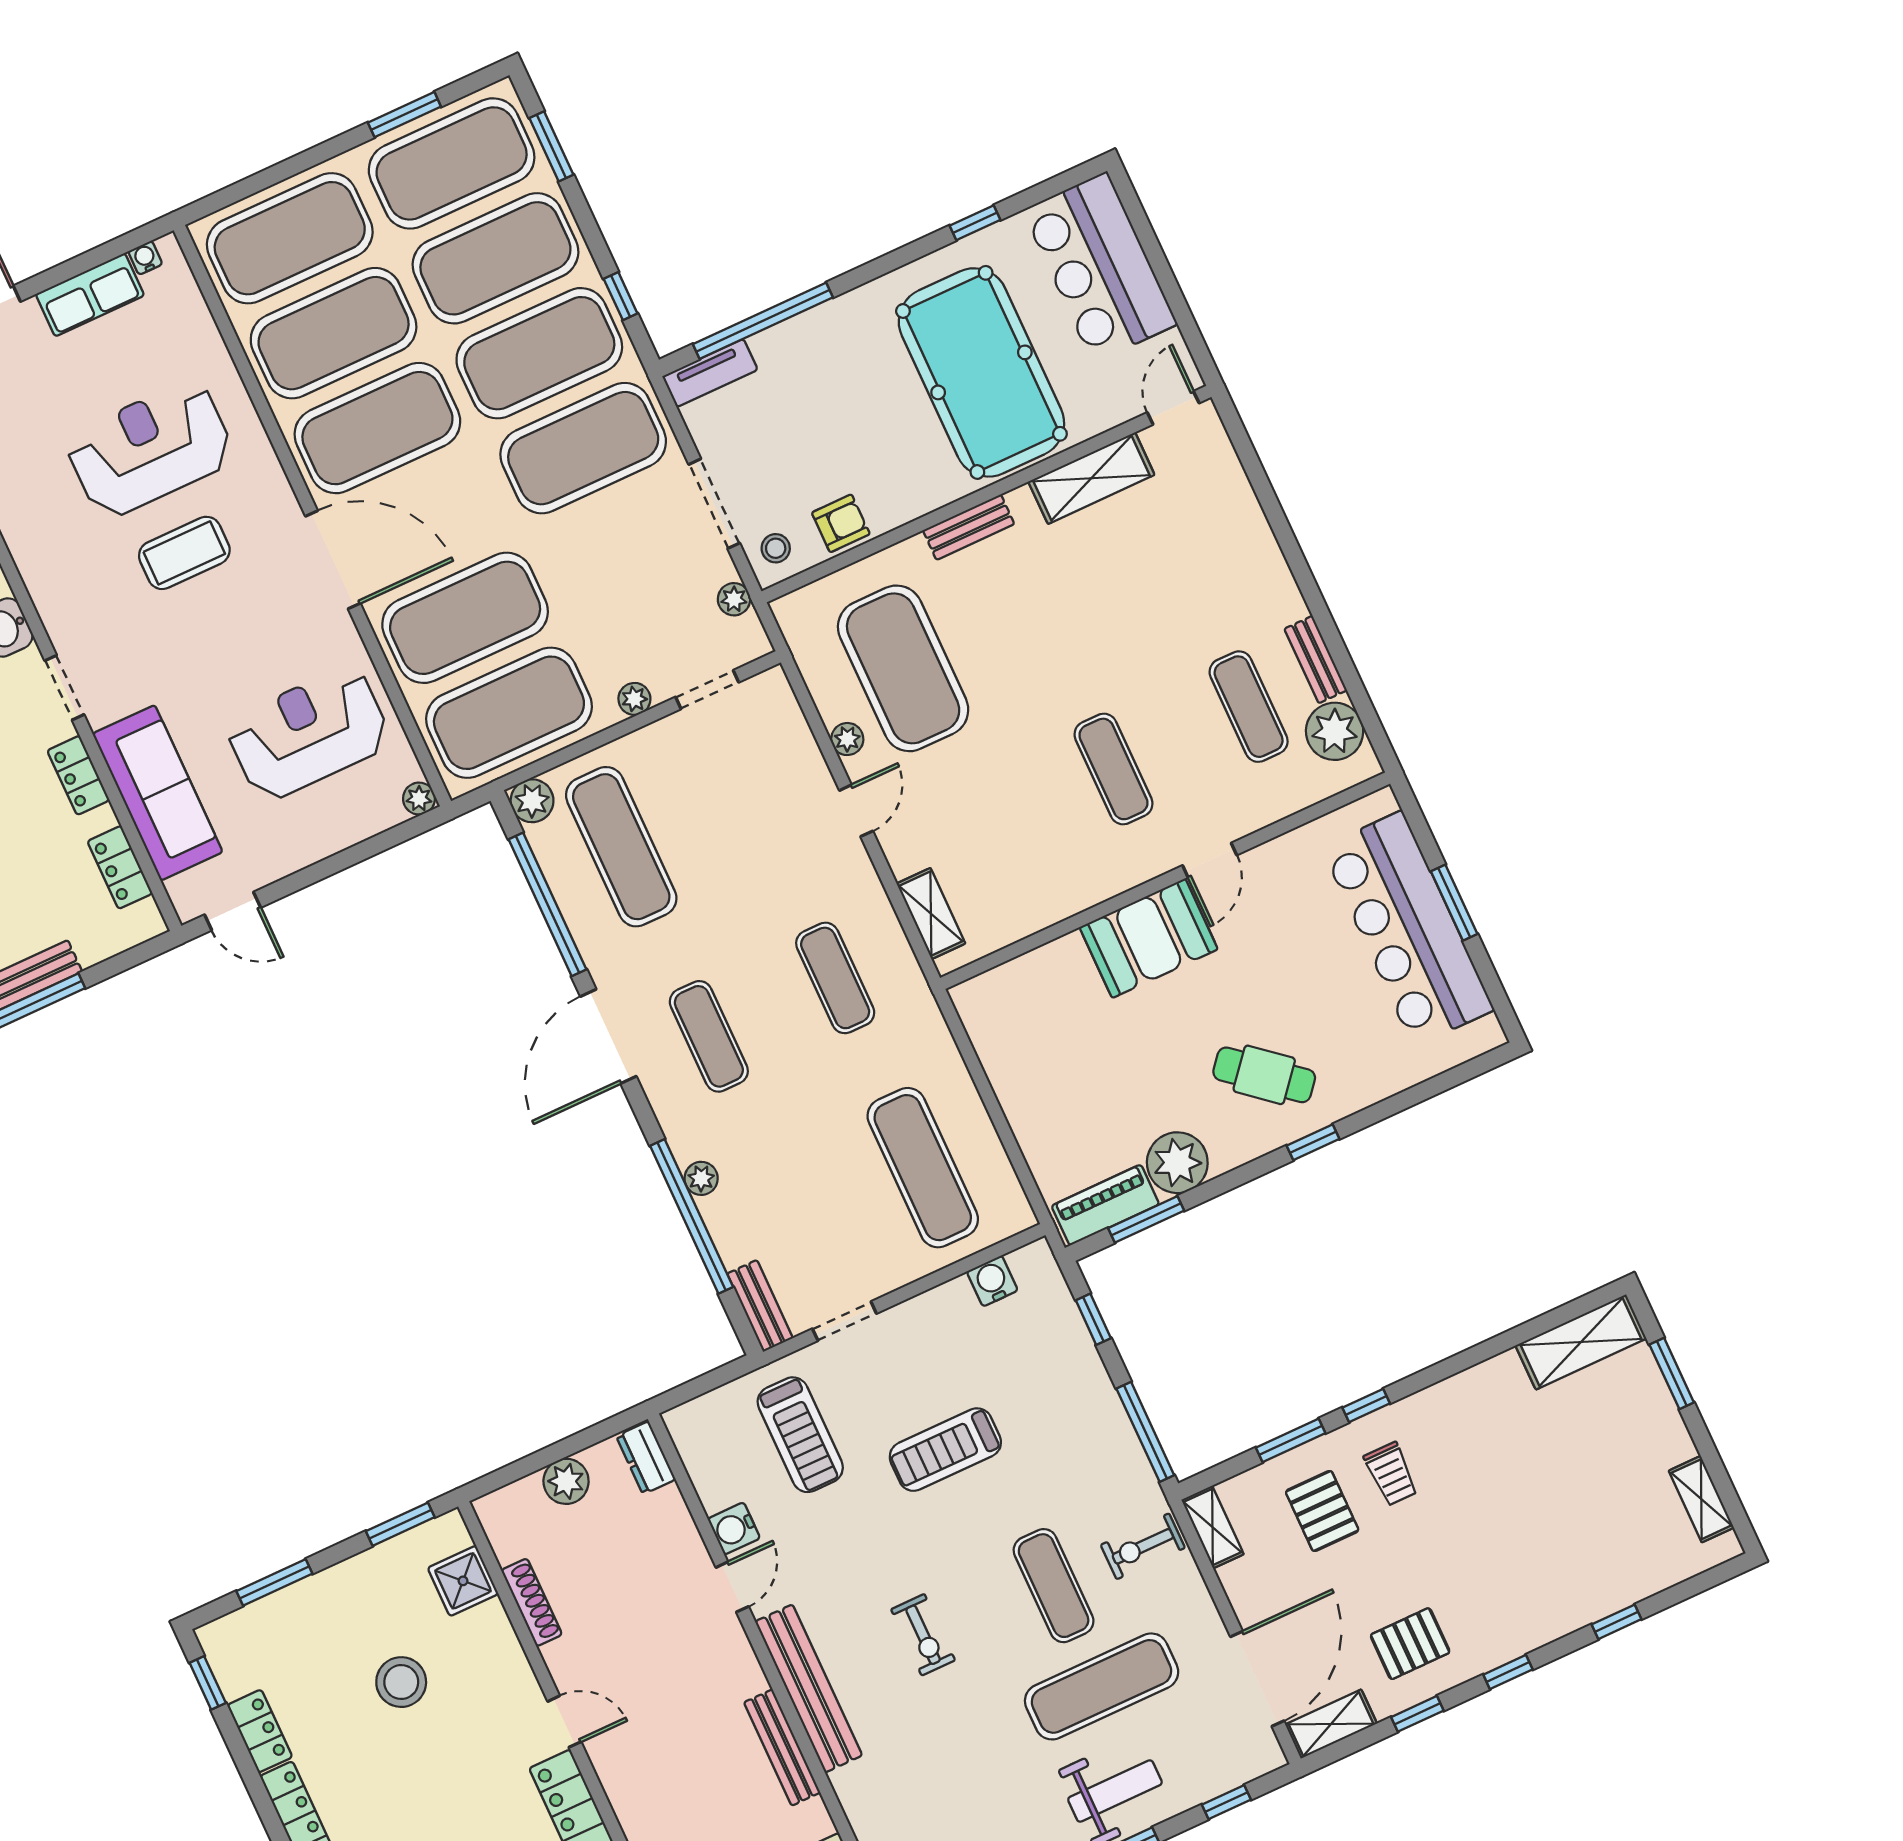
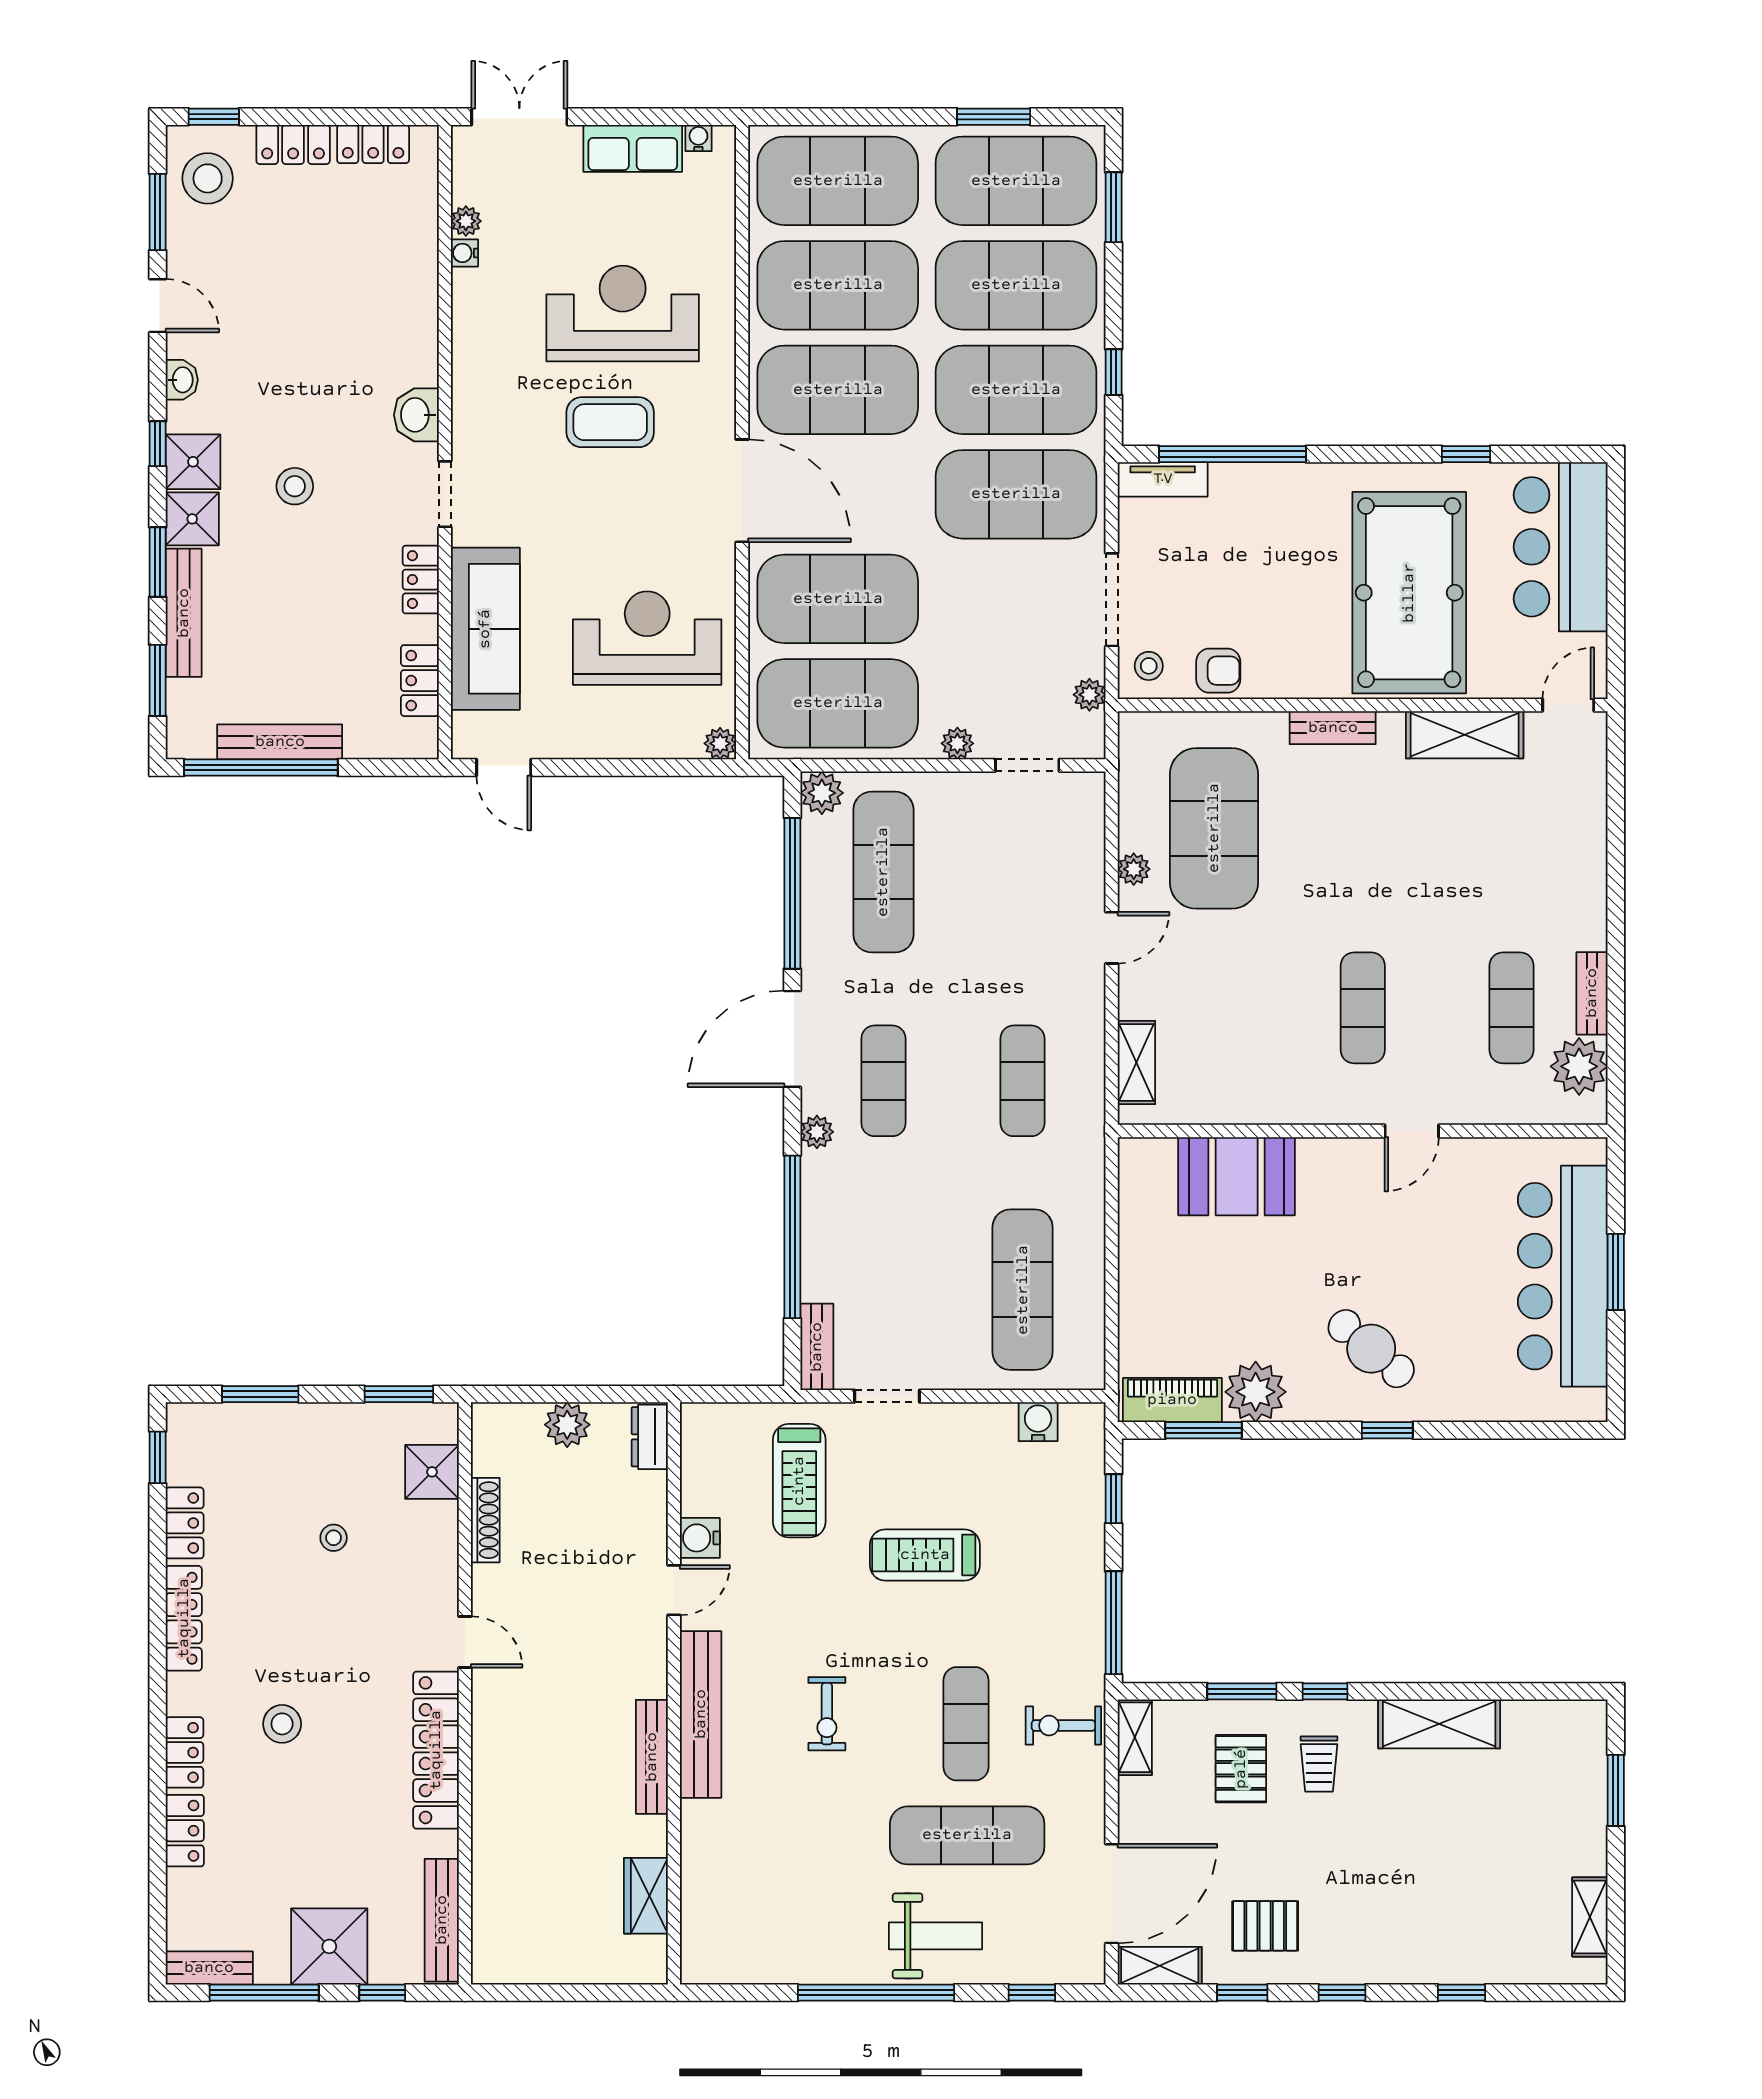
booth: (1149, 938) -> (1237, 1176), moved
plant: (701, 1178) -> (817, 1132), moved
shelving: (1581, 1342) -> (1439, 1724), moved
stool: (401, 1682) -> (334, 1538), width x0.53, depth x0.53

